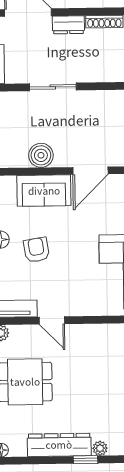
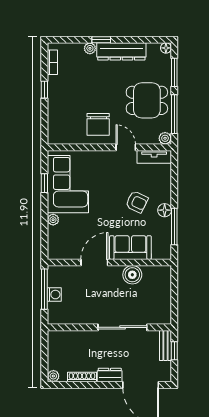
sliding door: (53, 87) -> (122, 327), width x1.37
armchair: (36, 250) -> (137, 202), turned -55
chair: (88, 350) -> (98, 124), added

